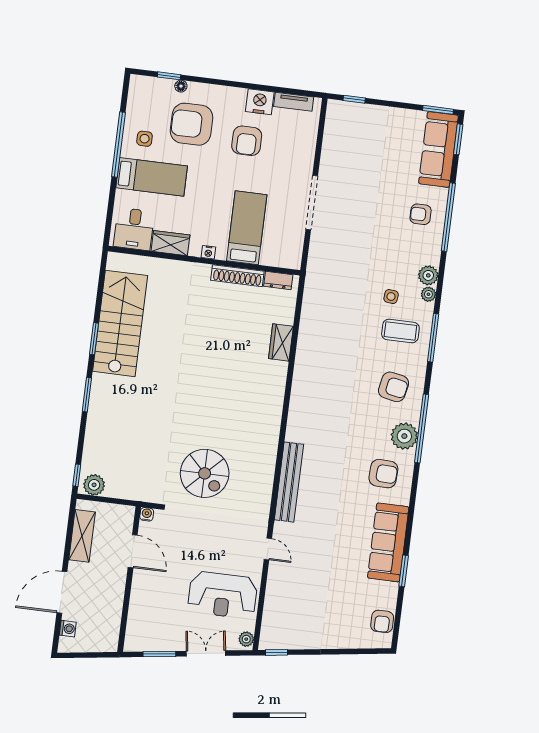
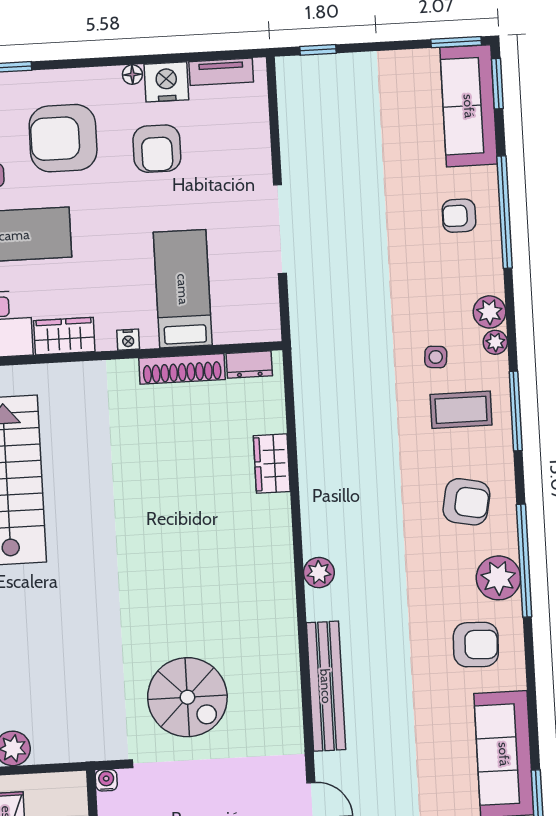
floor lamp: (181, 86) -> (132, 75), moved
plant: (297, 413) -> (319, 573), added

